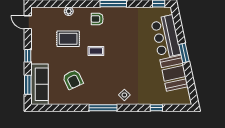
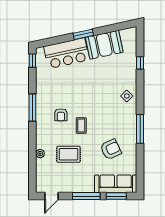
armchair: (97, 19) -> (61, 115), moved
rug: (68, 39) -> (69, 154), turned 90
window: (28, 56) -> (86, 196), width x2.17
window: (103, 108) -> (140, 129), moved

